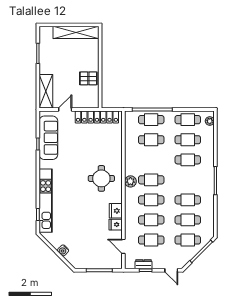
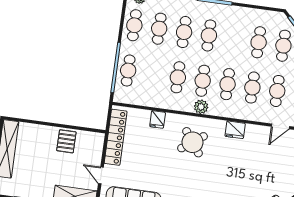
cafe table: (151, 140) -> (178, 77), moved
round table: (101, 178) -> (193, 142), turned -36
cafe table: (188, 200) -> (209, 35), moved
fridge: (116, 225) -> (158, 119), moved

